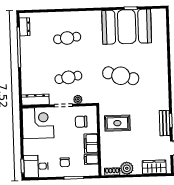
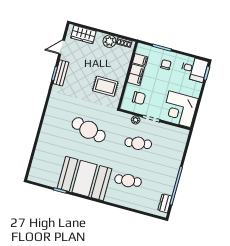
booth: (127, 27) -> (85, 178), moved
dresser: (35, 100) -> (176, 132), removed

